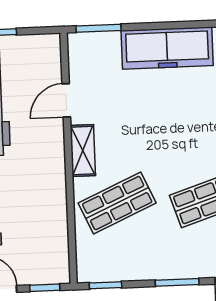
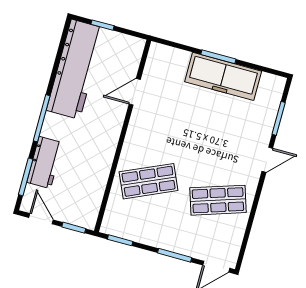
window: (98, 28) -> (218, 57), moved
shelving: (83, 150) -> (135, 133), removed

